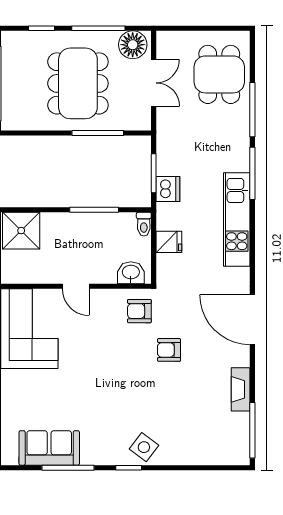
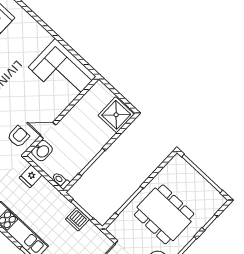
dishwasher: (168, 189) -> (77, 219), moved
fridge: (169, 242) -> (31, 176), moved
door: (76, 286) -> (48, 130), moved

